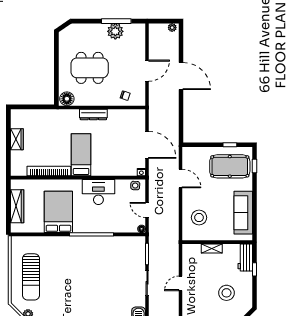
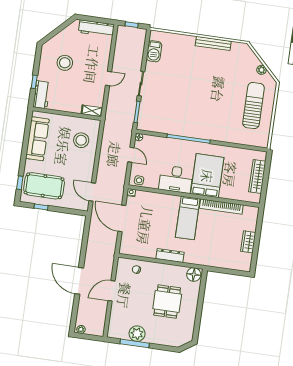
dining table: (90, 68) -> (167, 302), width x0.73
door: (180, 178) -> (92, 192), moved
bed: (58, 212) -> (207, 176), moved, turned 180
shelving: (212, 249) -> (92, 111), moved

